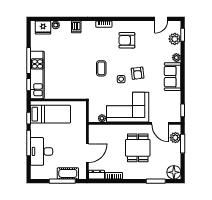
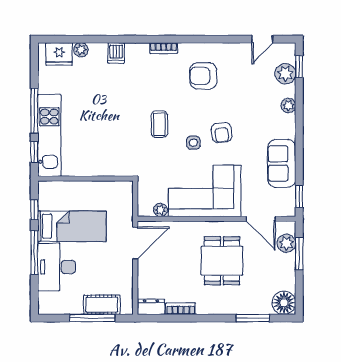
sofa: (173, 77) -> (282, 163), moved
bed: (50, 114) -> (72, 226), moved
door: (87, 153) -> (135, 243), moved

